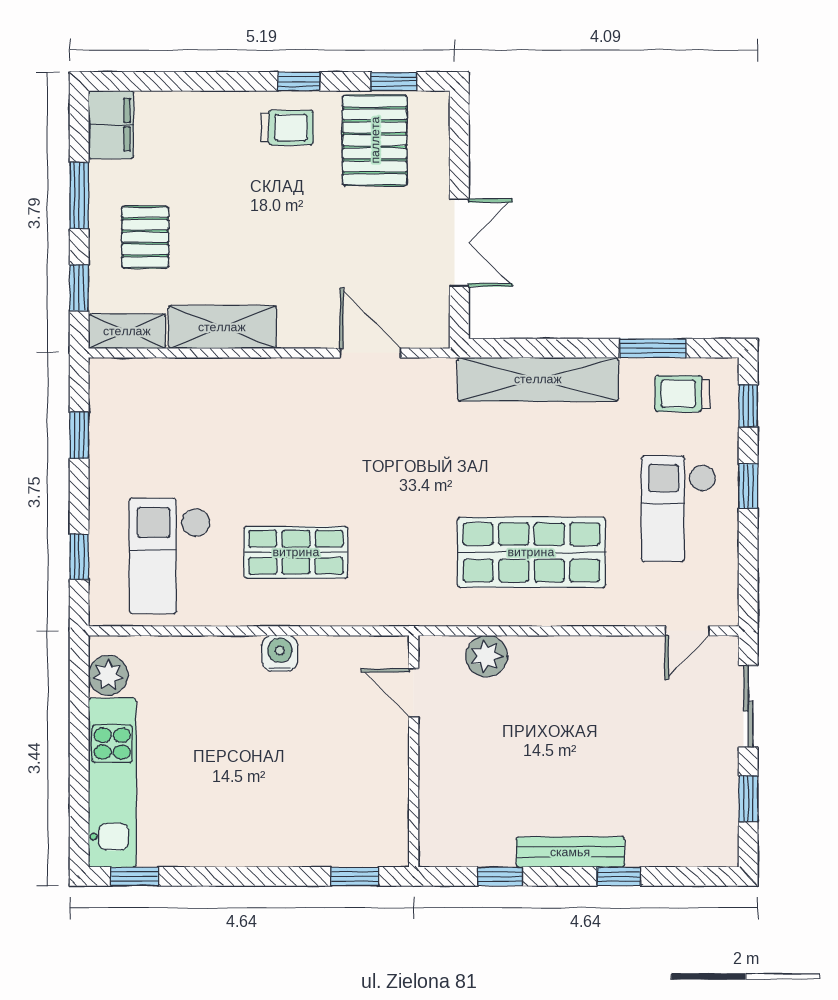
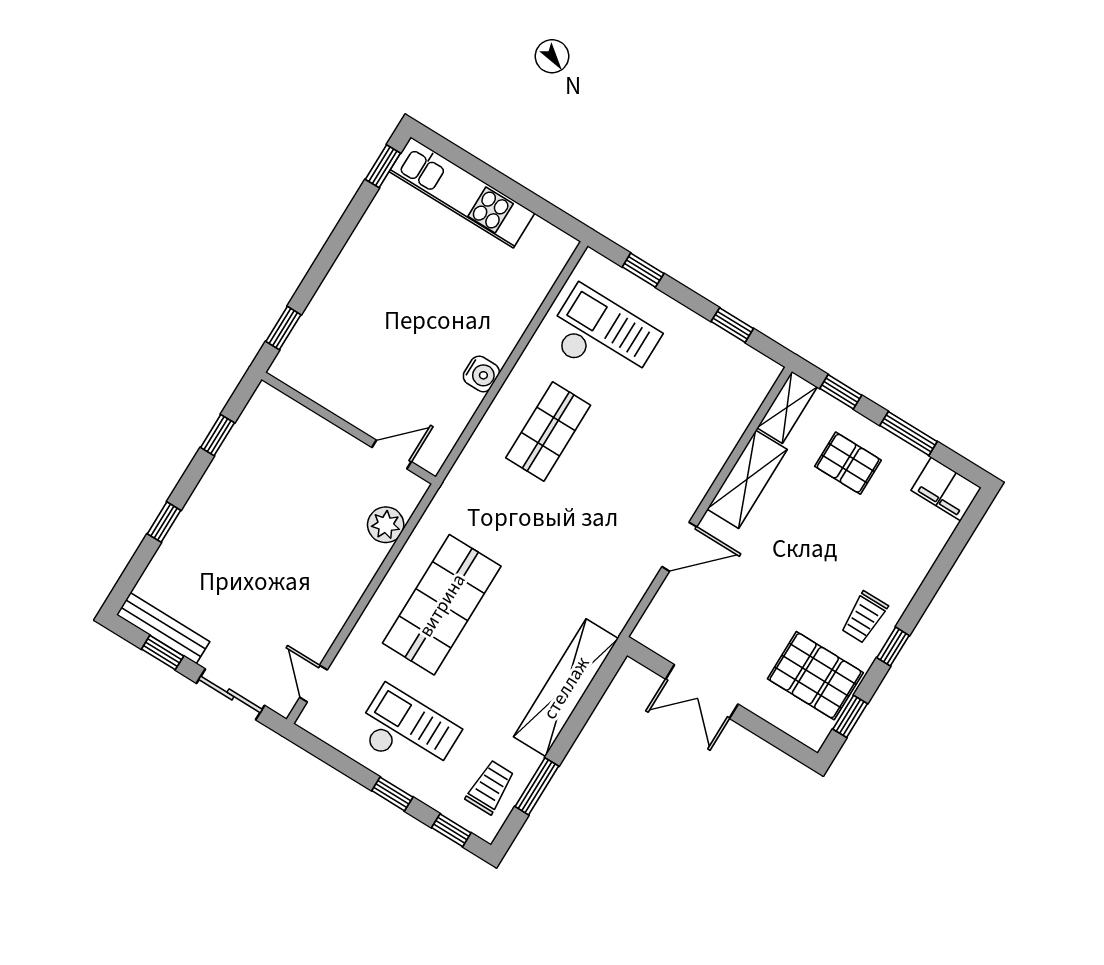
door: (370, 353) -> (679, 547), moved
plant: (108, 675) -> (543, 238), removed
bench: (570, 852) -> (163, 628), moved, turned 90

